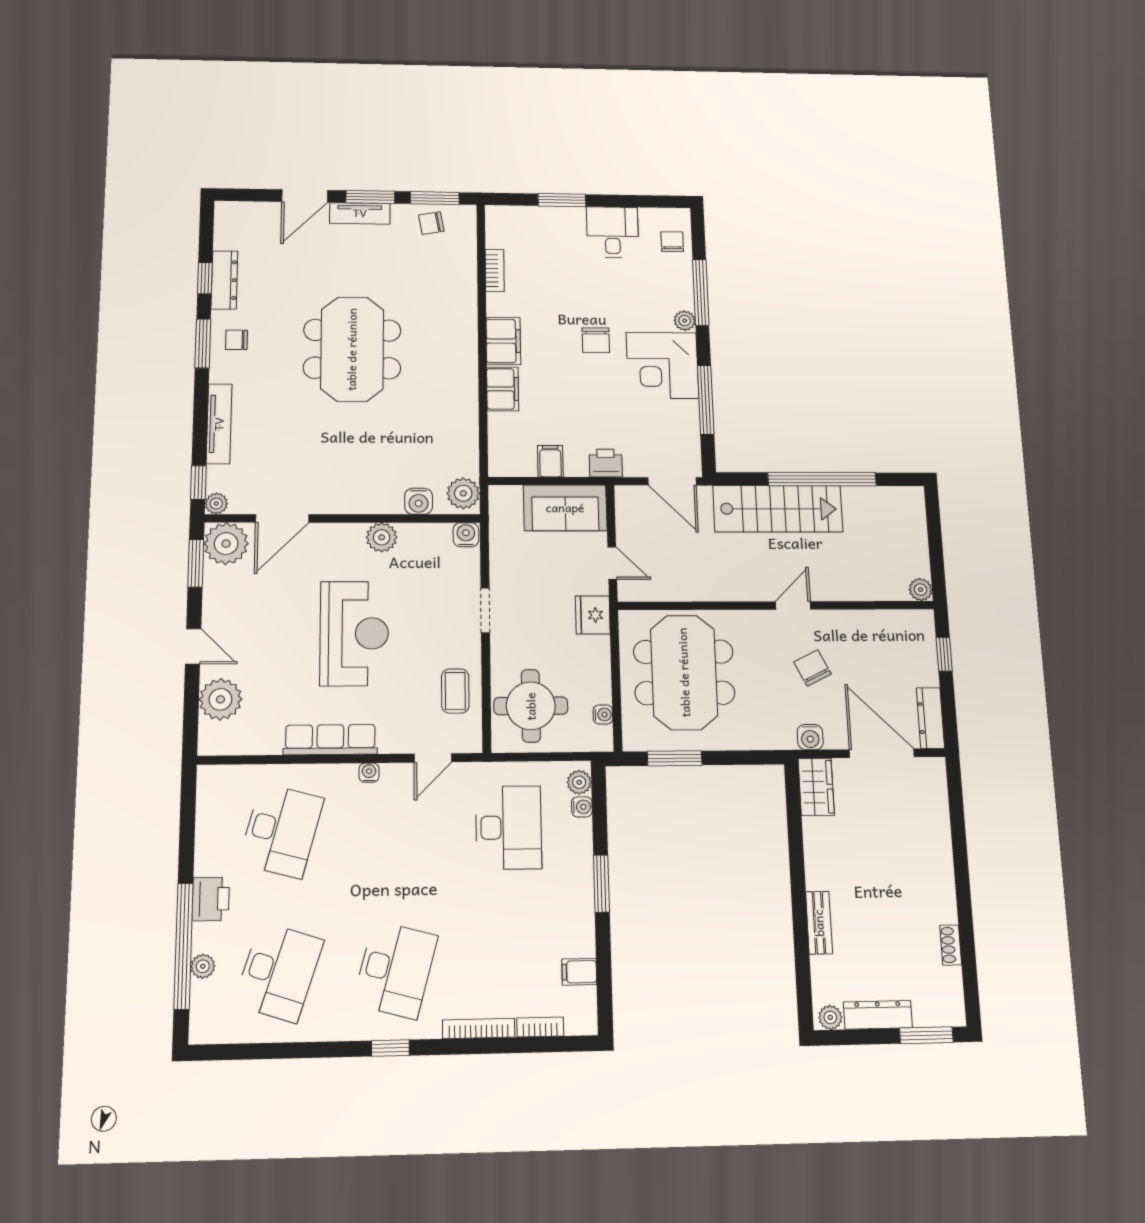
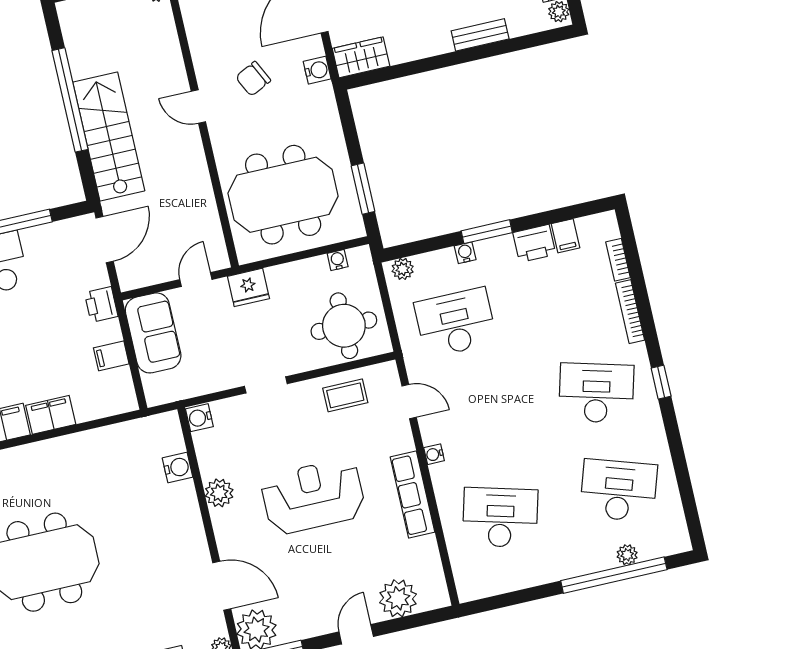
plant: (463, 493) -> (161, 429), removed
water cooler: (582, 807) -> (465, 253), moved
printer: (211, 899) -> (534, 243), moved, turned 180

